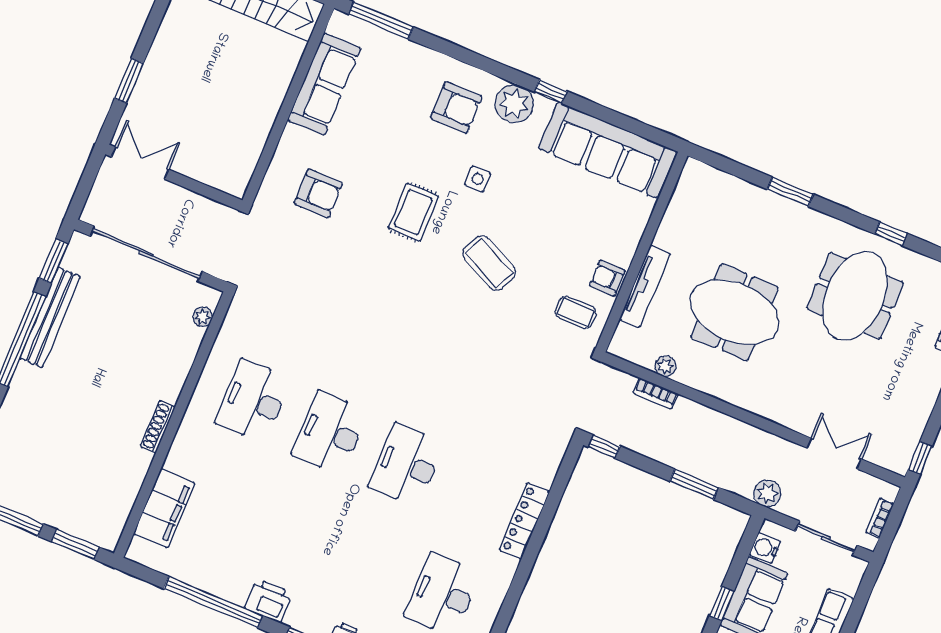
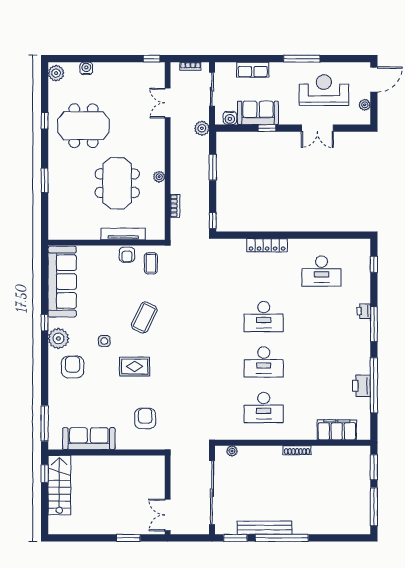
plant: (665, 366) -> (159, 177), moved
printer: (268, 601) -> (361, 386), moved

